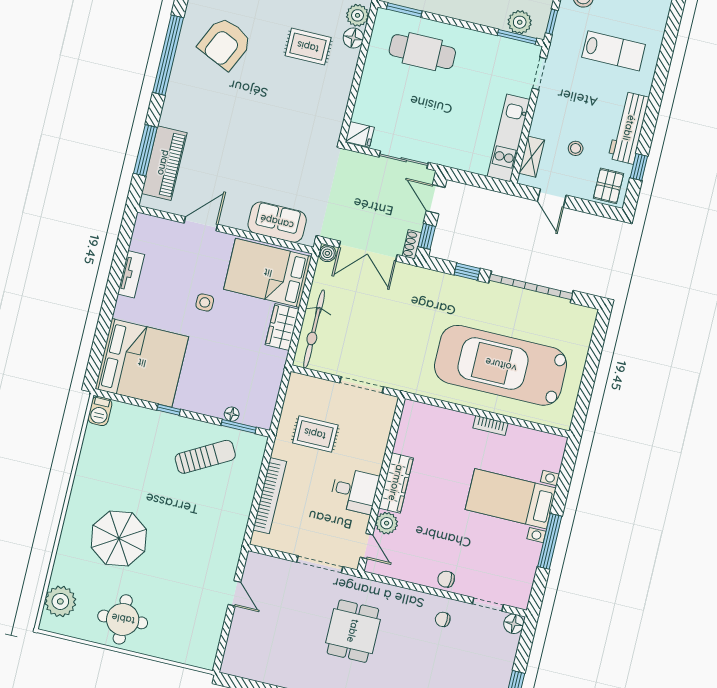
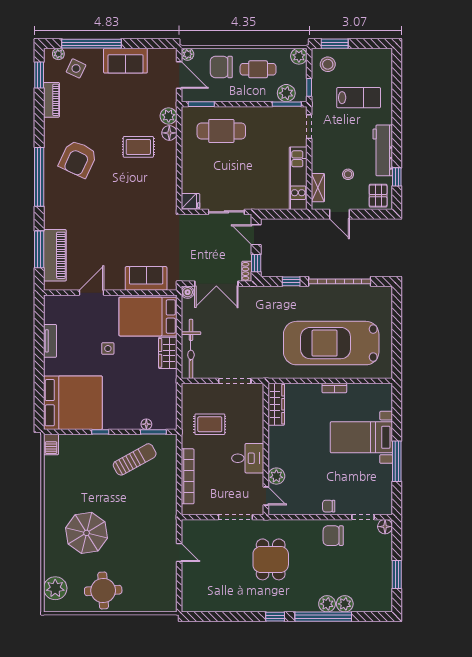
wardrobe: (396, 483) -> (276, 404), moved
chair: (443, 619) -> (333, 536), width x1.87, depth x1.87

